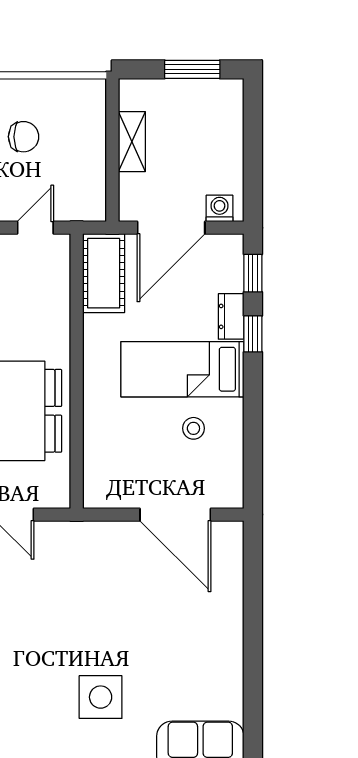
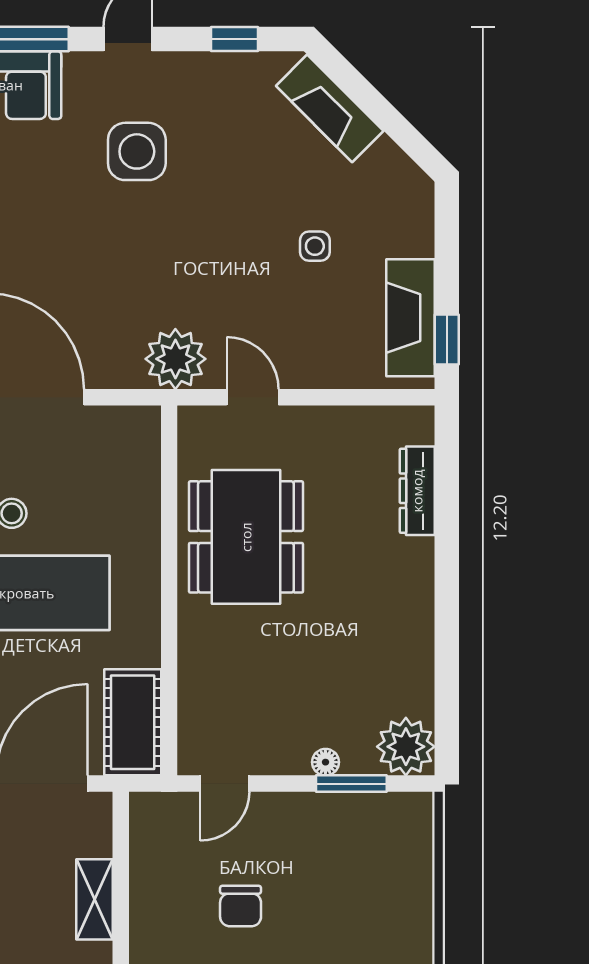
chair: (24, 137) -> (241, 906), turned -90
plant: (72, 543) -> (175, 359), added

